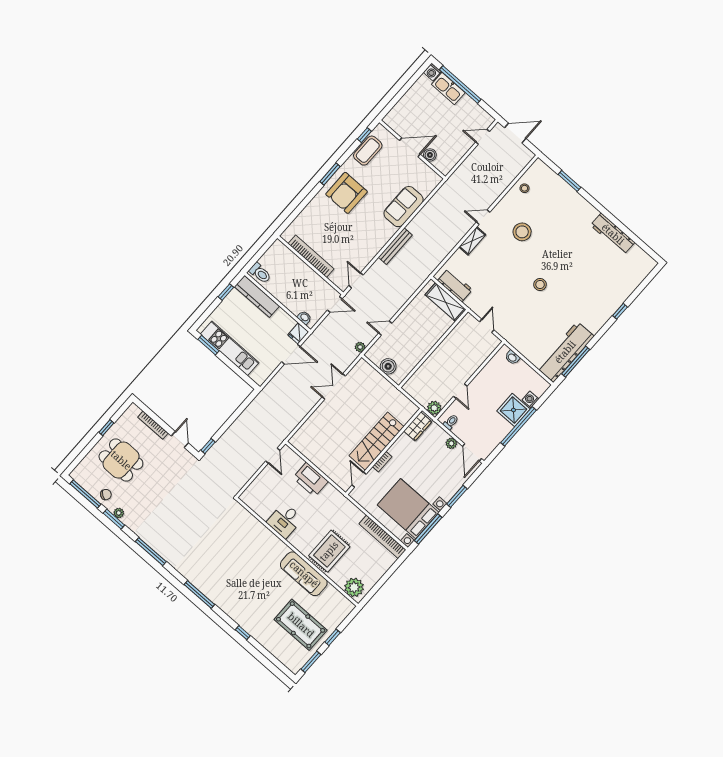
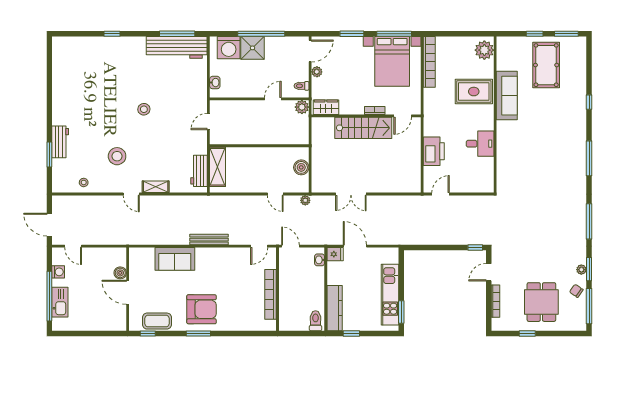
washing machine: (432, 72) -> (58, 272), moved
workbench: (613, 234) -> (60, 142), moved, width x0.73
washing machine: (530, 400) -> (229, 48), width x1.89, depth x1.89

